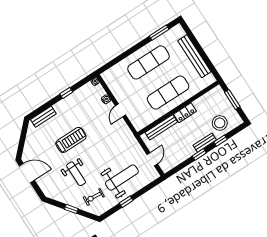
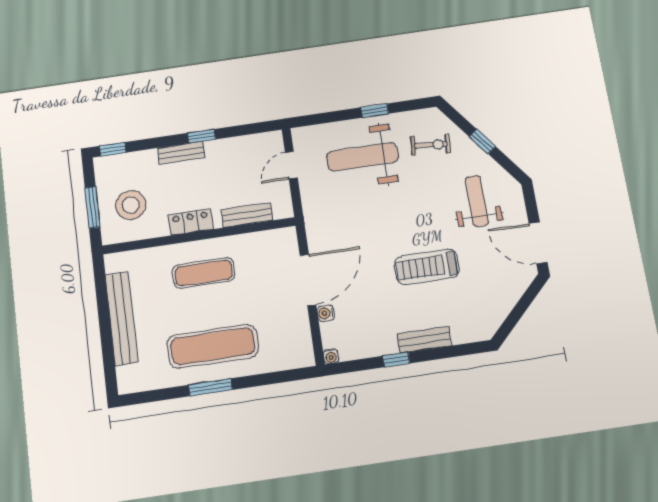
window: (159, 33) -> (210, 387), moved
exercise mat: (168, 93) -> (204, 273), width x0.73, depth x0.69
door: (121, 110) -> (308, 280), width x1.87
bench: (43, 117) -> (424, 340), moved
stool: (220, 123) -> (131, 205), moved
bench: (161, 127) -> (247, 215), width x0.73
window: (220, 141) -> (113, 149), moved
weight bench: (76, 174) -> (477, 201), moved

